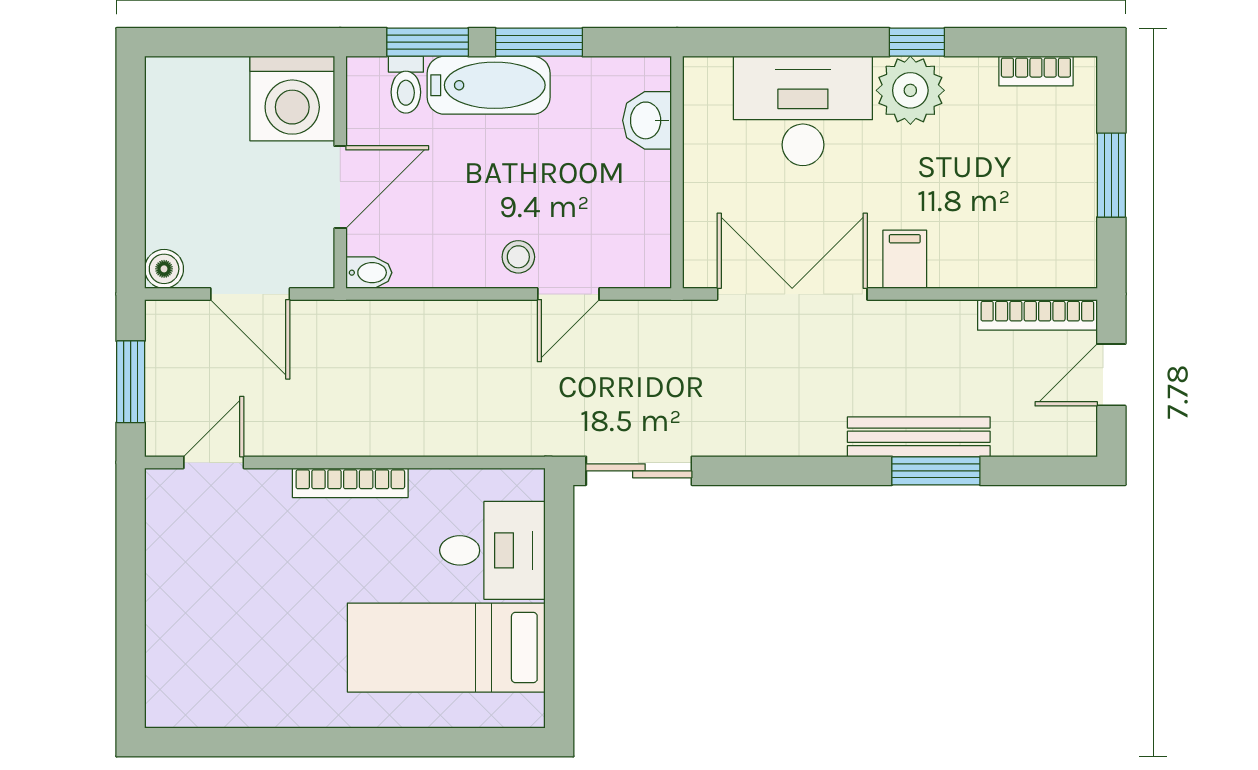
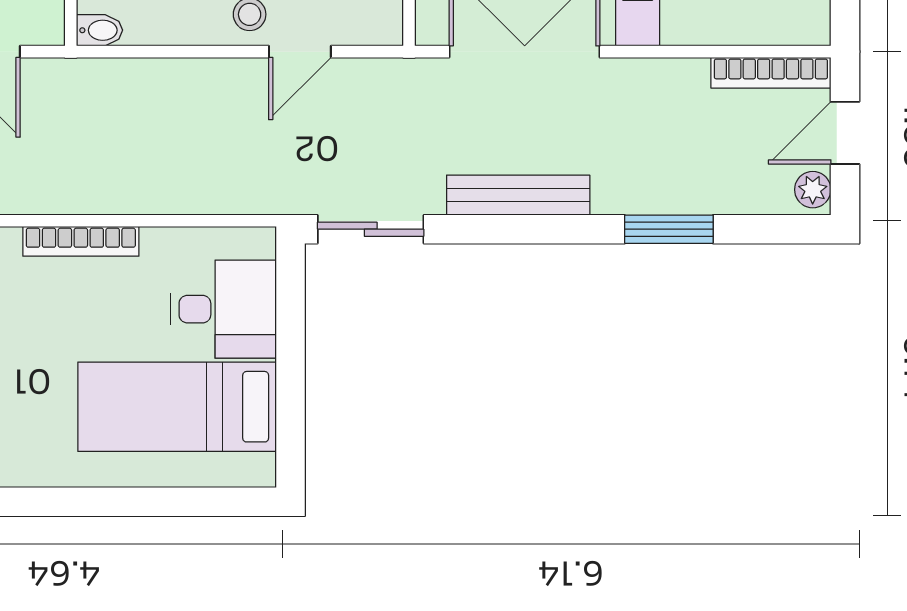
plant: (1079, 431) -> (813, 190), added
bench: (919, 437) -> (518, 195), moved

